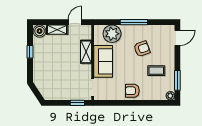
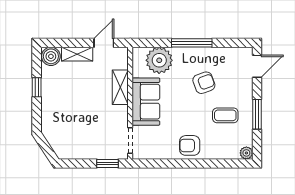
window: (177, 80) -> (257, 114), moved

